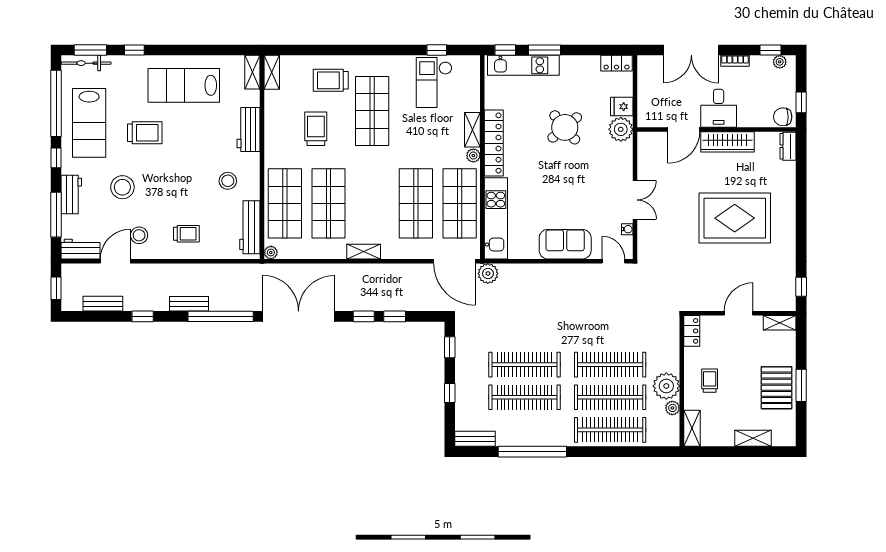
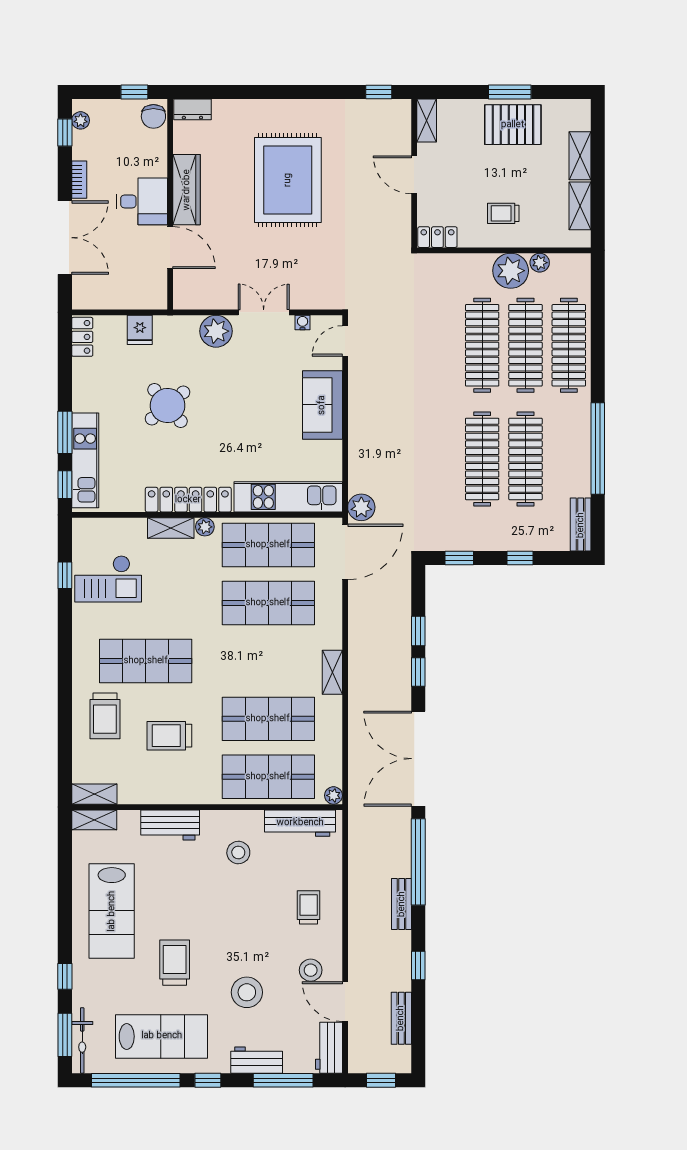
plant: (621, 129) -> (216, 331), moved
shelving: (692, 428) -> (580, 206), moved, turned 90

